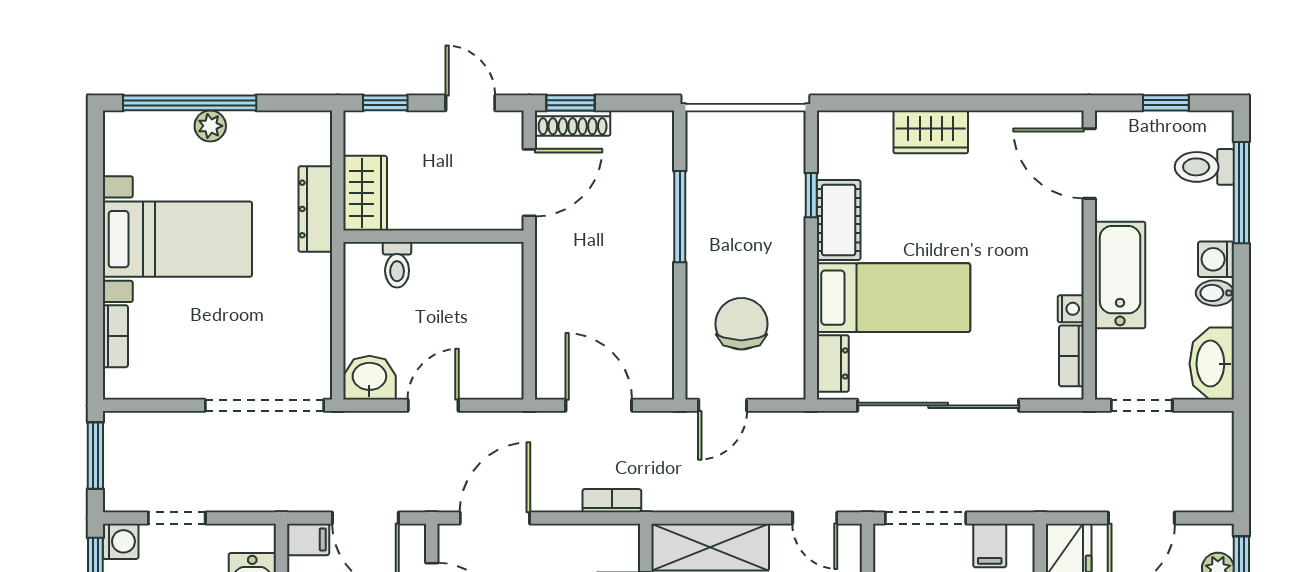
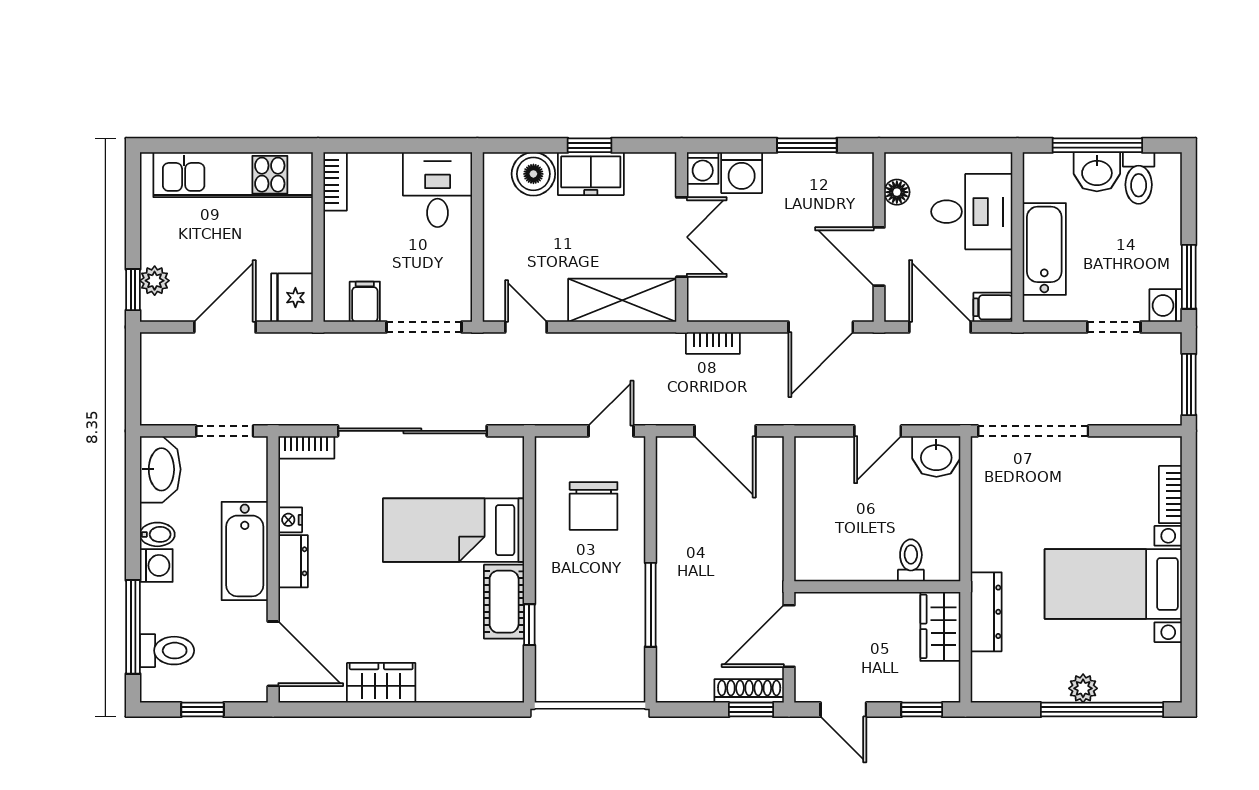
wardrobe: (931, 132) -> (381, 683), moved
bookcase: (1071, 356) -> (306, 447), moved, turned 90
dresser: (833, 363) -> (293, 561), moved, turned 180

